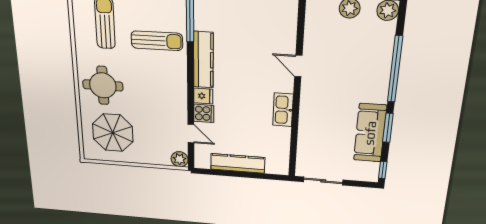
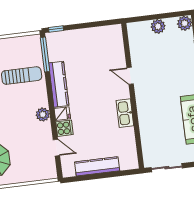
plant: (180, 159) -> (43, 115), moved

